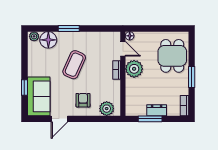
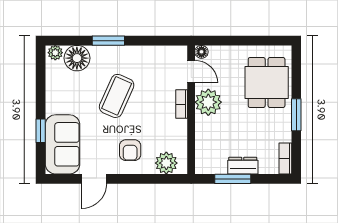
armchair: (83, 100) -> (130, 150), turned 180

